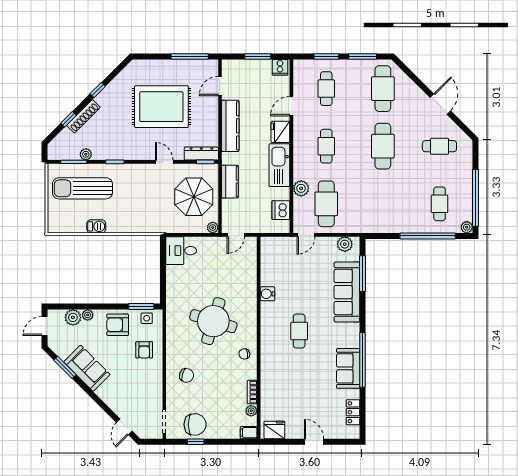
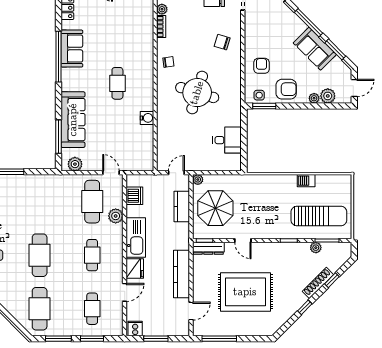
kitchen counter: (230, 182) -> (182, 206), moved
door: (306, 235) -> (111, 173), hinge flipped
desk: (181, 251) -> (227, 140), moved
window: (94, 396) -> (309, 23), added

